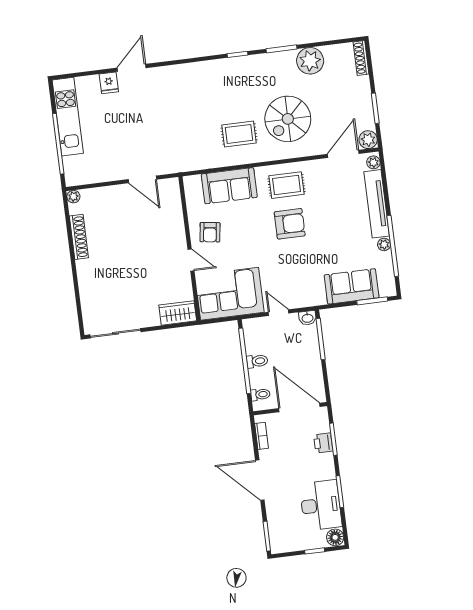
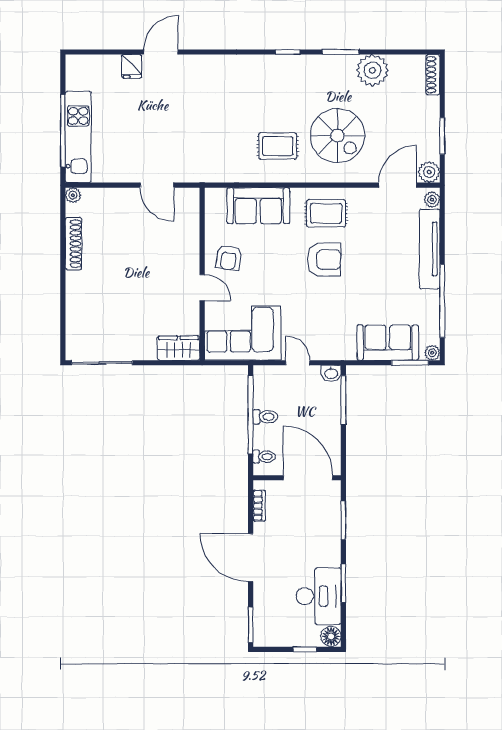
kitchen unit: (68, 117) -> (78, 137), moved
spiral stairs: (288, 119) -> (337, 136), turned -90
plant: (384, 244) -> (432, 353), moved
printer: (323, 443) -> (331, 523), removed

